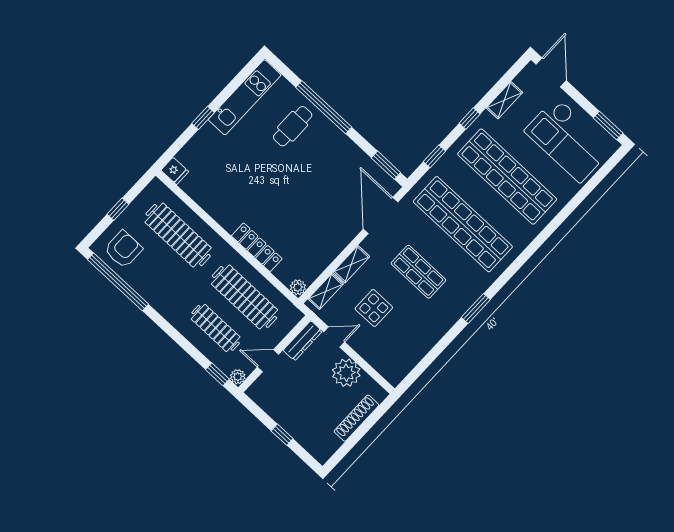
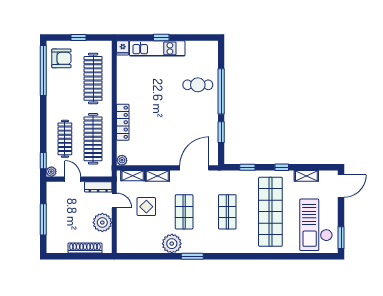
kitchen unit: (245, 97) -> (157, 48), moved
window: (386, 165) -> (221, 132), moved
shop shelf: (463, 224) -> (227, 212), width x0.50, depth x0.74
plant: (441, 318) -> (172, 244), added
window: (282, 435) -> (43, 219), width x2.17

